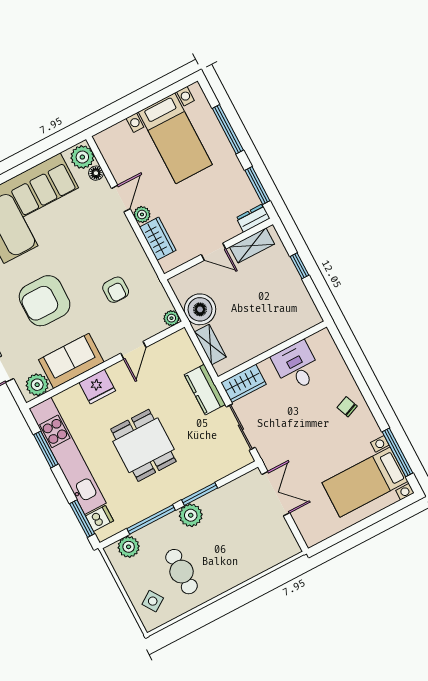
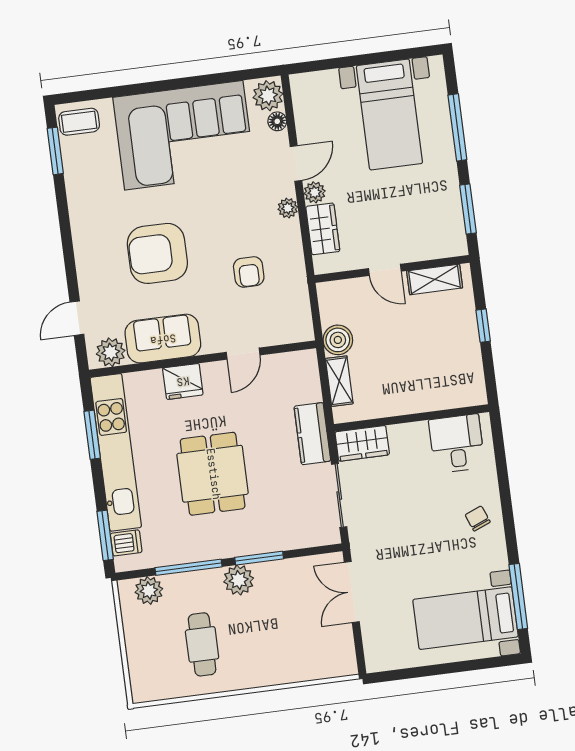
dresser: (253, 218) -> (448, 247), removed
boiler: (200, 309) -> (338, 340), width x0.73, depth x0.73
plant: (171, 318) -> (288, 208), moved
desk: (297, 366) -> (457, 444), moved
double door: (276, 494) -> (352, 592), swing flipped
side table: (153, 601) -> (154, 667), removed

